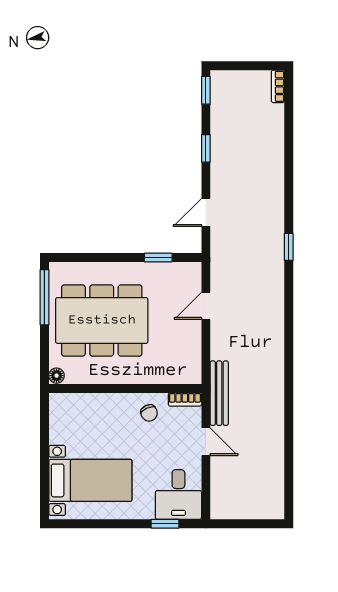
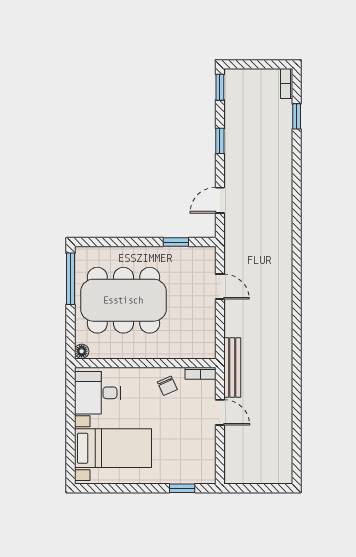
window: (289, 247) -> (297, 116), moved
door: (206, 306) -> (220, 287), swing flipped
desk: (178, 494) -> (98, 393), moved, turned 90

